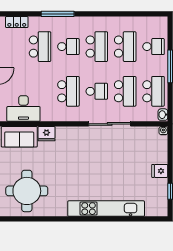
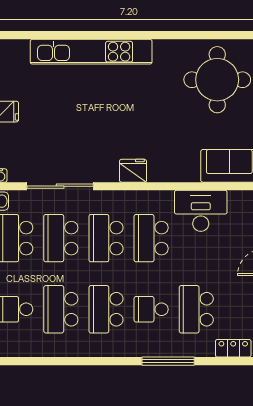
school desk: (97, 91) -> (106, 238), width x1.85
desk: (23, 108) -> (201, 211), moved
sliding door: (110, 124) -> (60, 186), moved
fridge: (47, 134) -> (133, 171), moved

